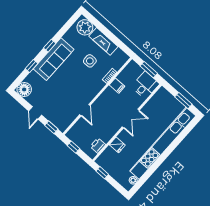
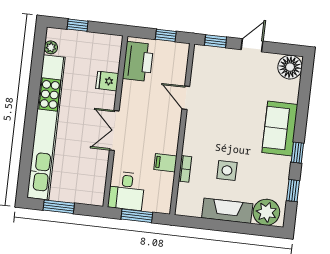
sofa: (54, 59) -> (280, 128), width x0.73
window: (31, 66) -> (293, 191), moved
door: (35, 113) -> (252, 45), hinge flipped
printer: (98, 146) -> (138, 62), width x1.87, depth x1.48
window: (102, 173) -> (78, 25), moved

